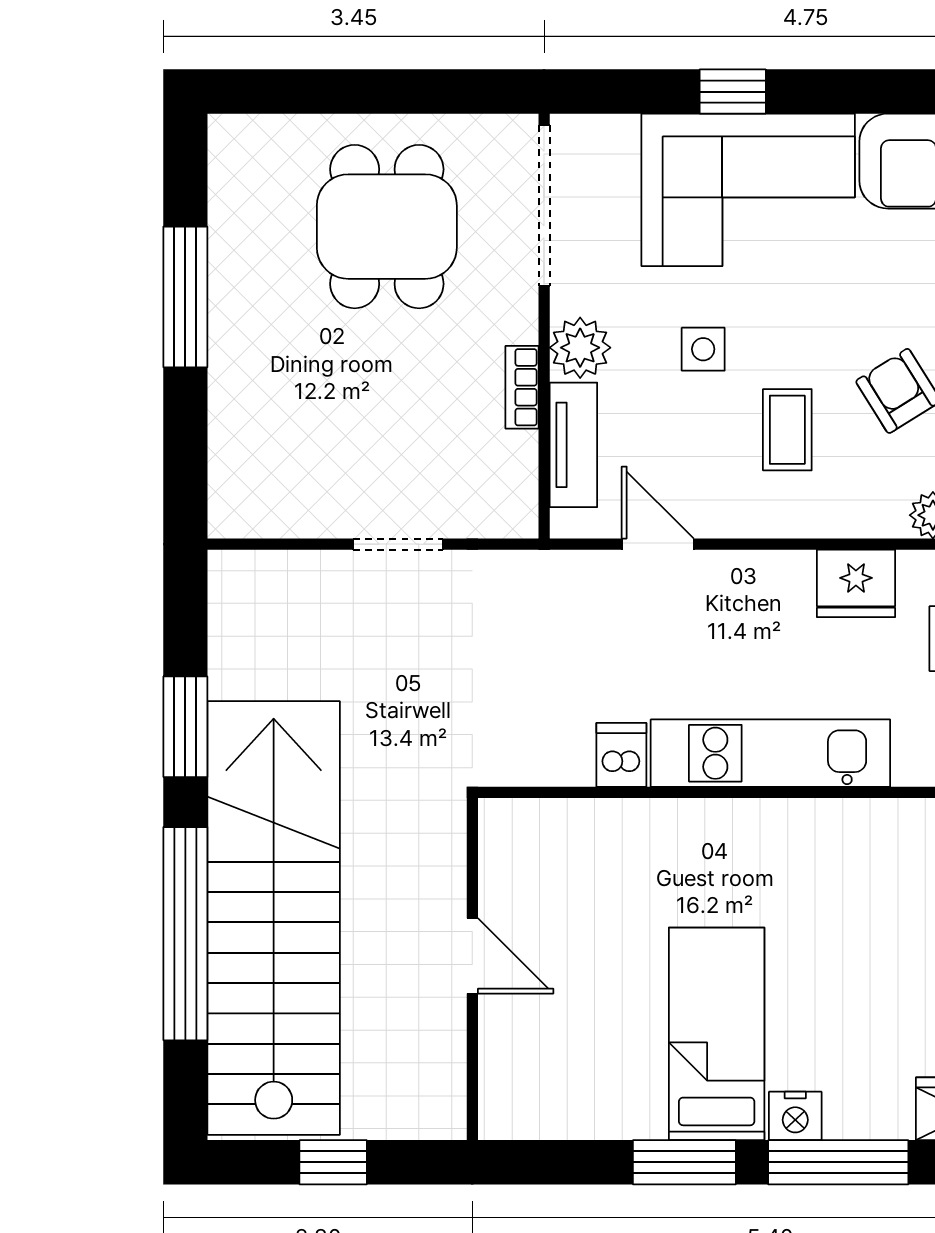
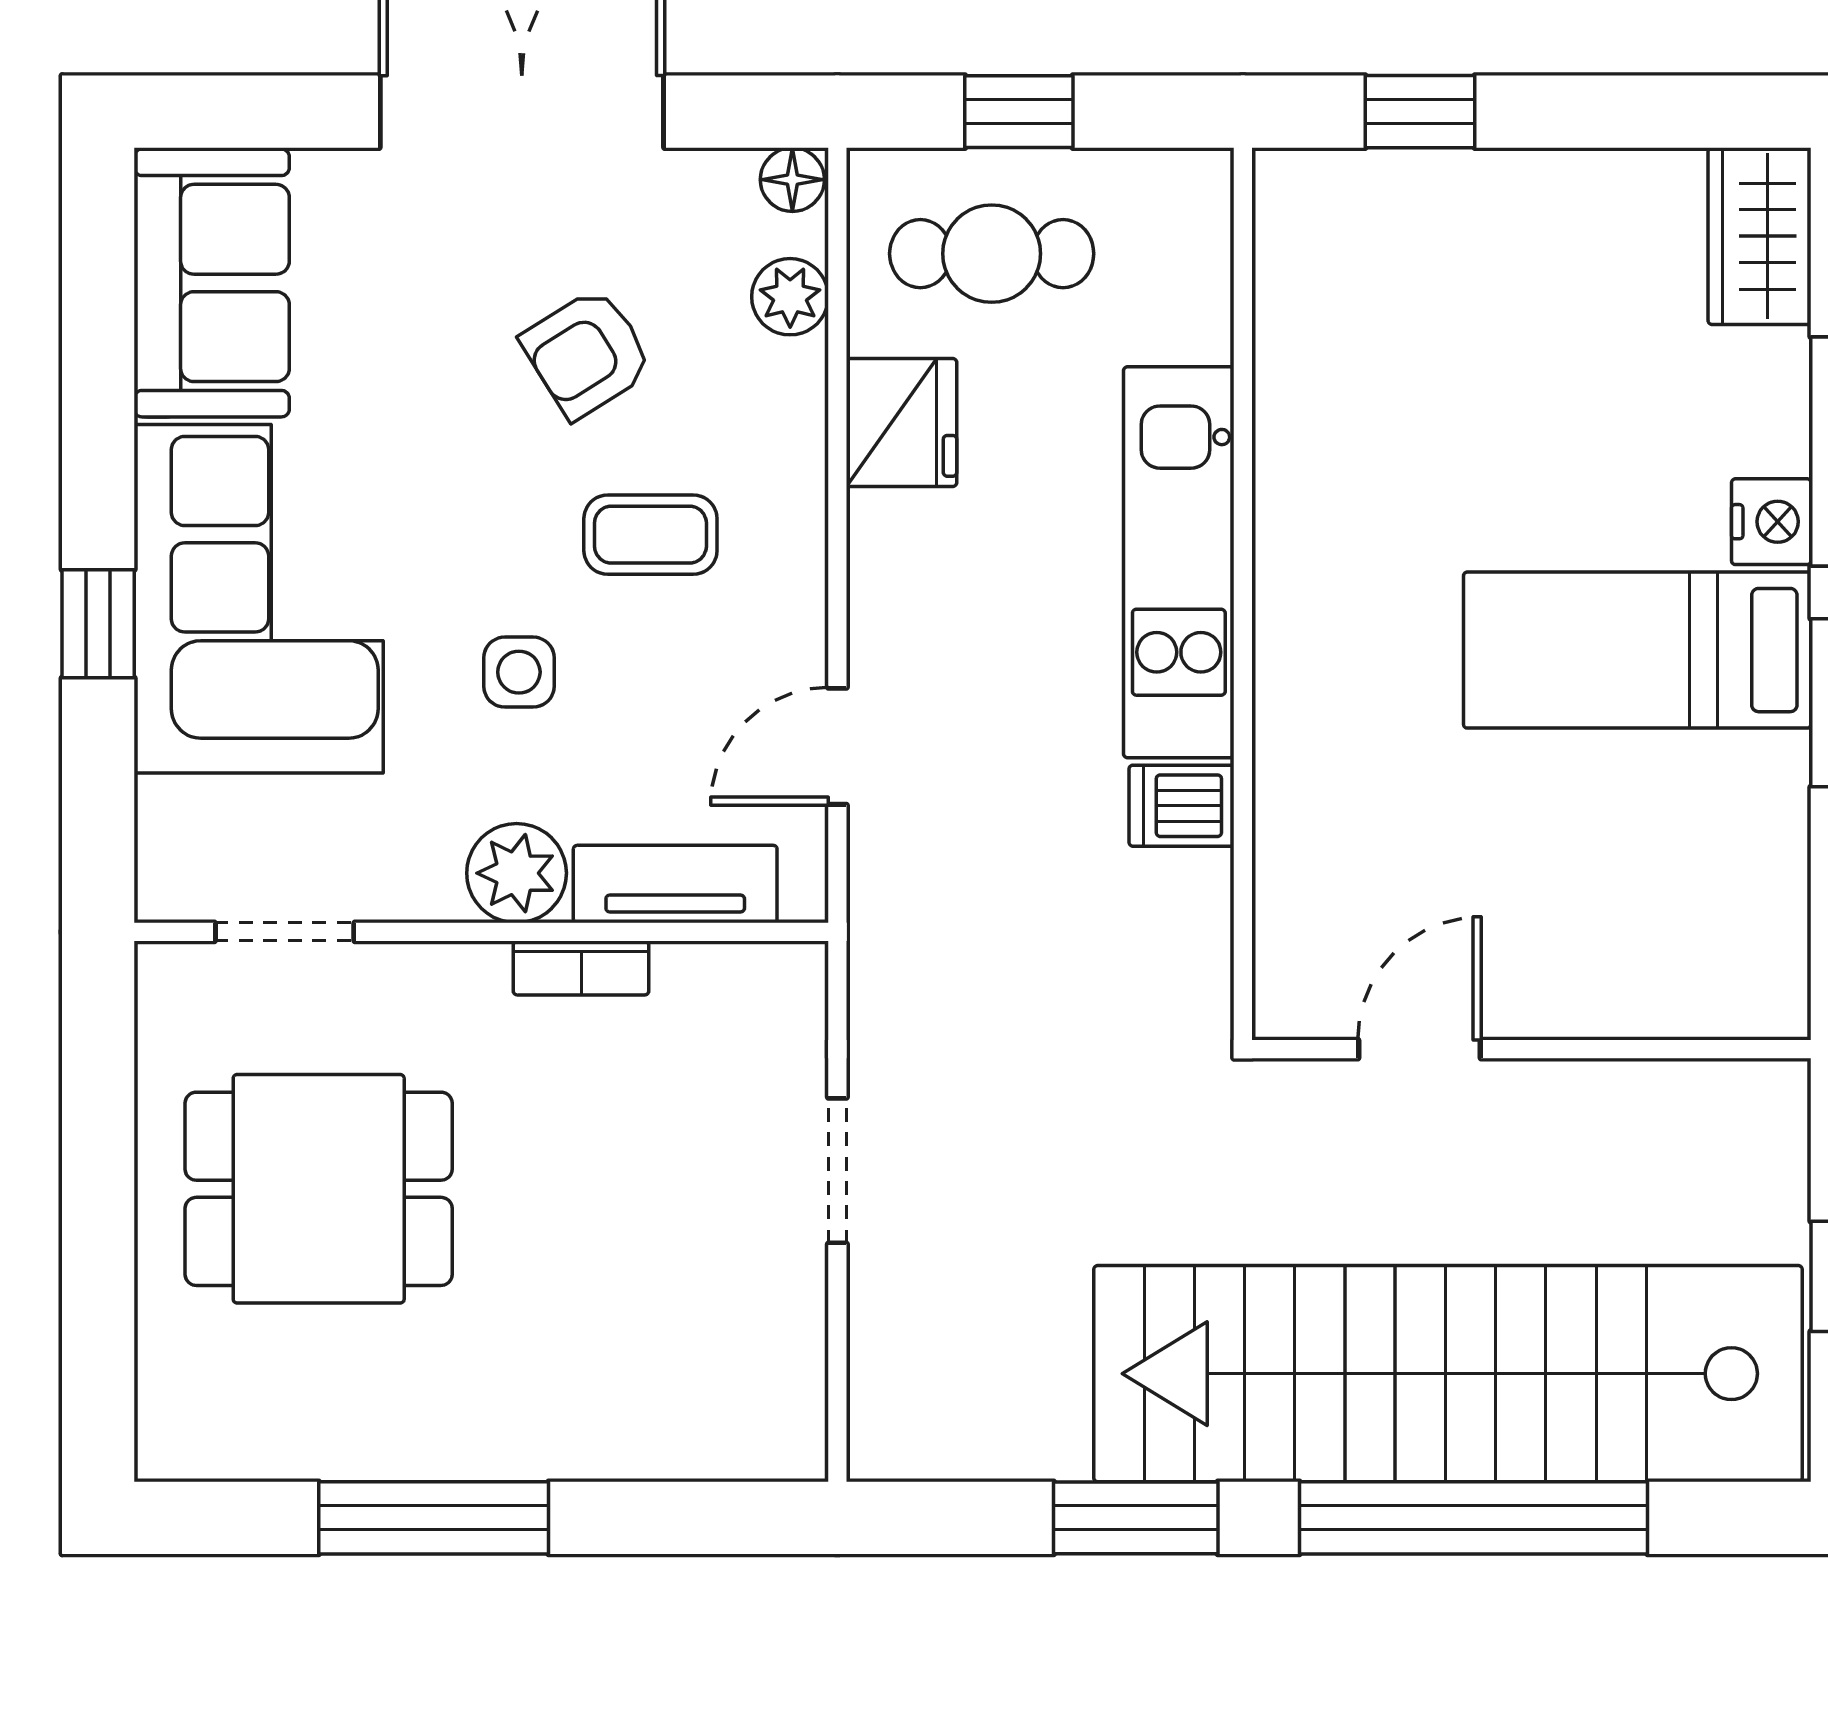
doorway: (544, 206) -> (285, 932), width x0.53
door: (472, 956) -> (1419, 1049), moved

